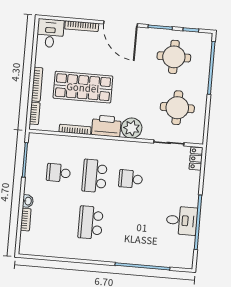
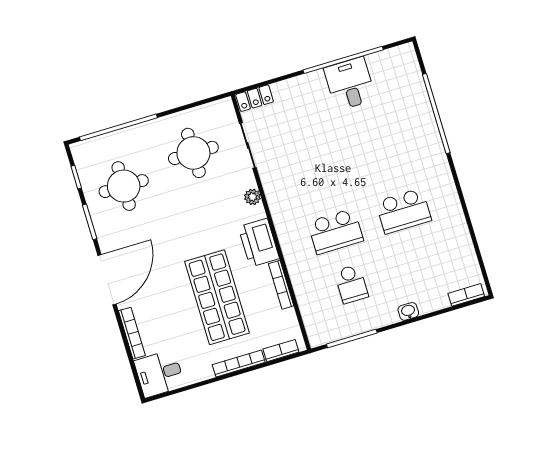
plant: (132, 128) -> (252, 197), width x0.53, depth x0.53
school desk: (131, 179) -> (320, 179), removed
bookcase: (26, 220) -> (466, 295), moved

